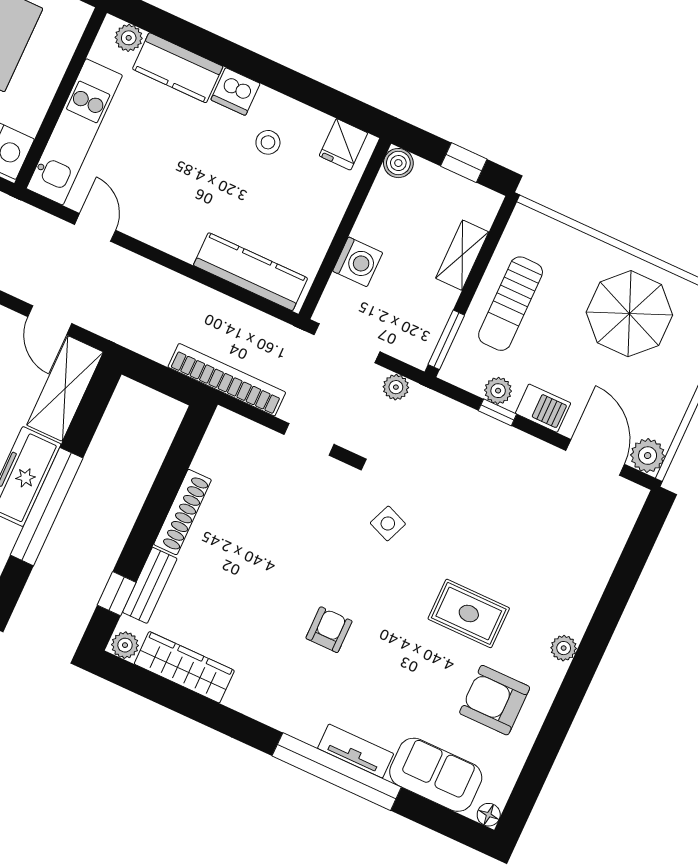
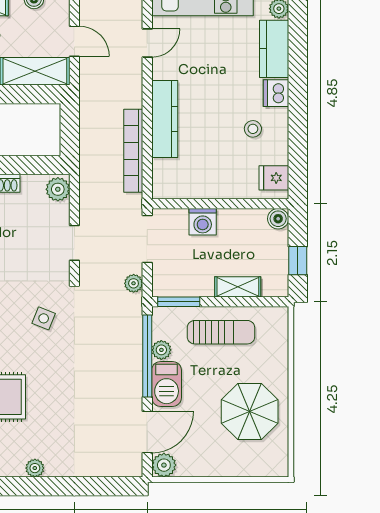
kitchen counter: (250, 272) -> (165, 119), moved
sun lounger: (511, 304) -> (221, 332), turned 180
door: (50, 320) -> (74, 41), swing flipped
bookcase: (227, 380) -> (133, 151), moved, turned 180
barbecue: (543, 408) -> (167, 384), width x1.38, depth x1.27
window: (497, 412) -> (147, 356), width x3.17
plant: (230, 429) -> (58, 189), added
plant: (564, 648) -> (35, 468), moved

